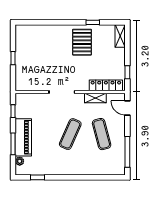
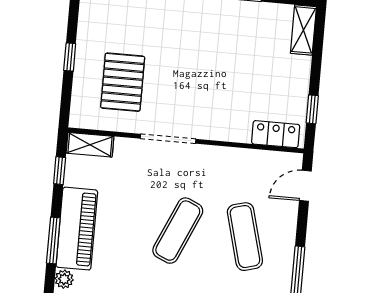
pallet: (82, 42) -> (123, 82), moved
locker: (106, 85) -> (276, 134), width x0.66
shelving: (95, 98) -> (90, 145), moved
door: (127, 108) -> (305, 186), hinge flipped

